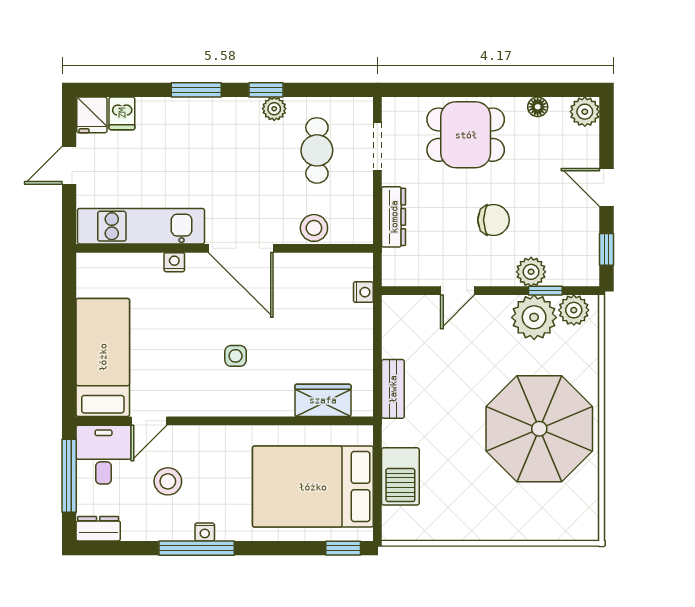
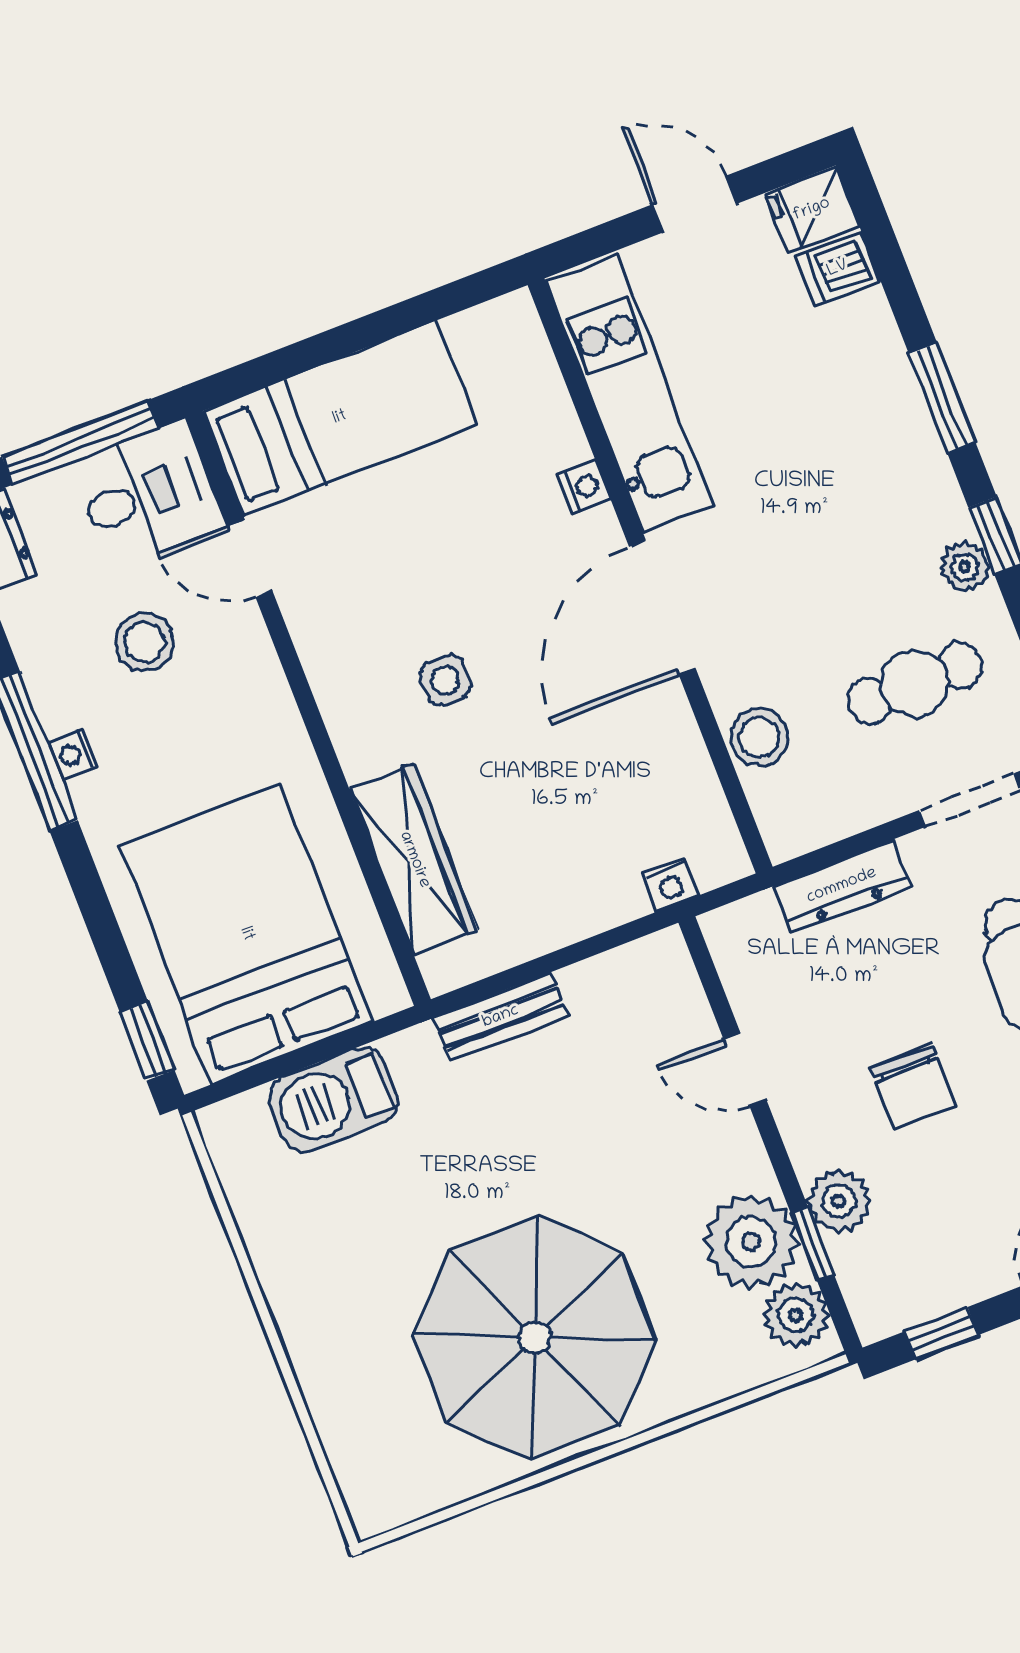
wardrobe: (323, 400) -> (414, 860), width x1.50

